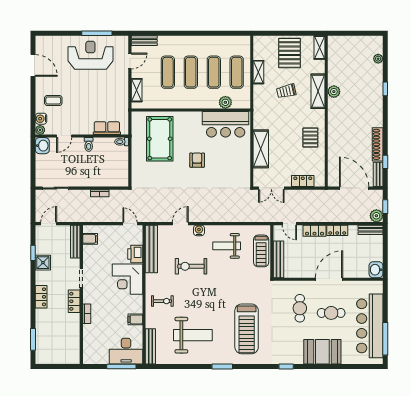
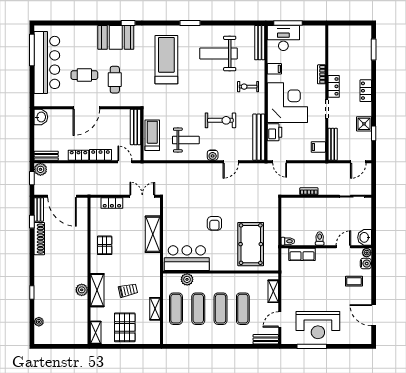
corner desk: (127, 279) -> (287, 103), width x1.36, depth x1.36
booth: (322, 352) -> (116, 37), moved

